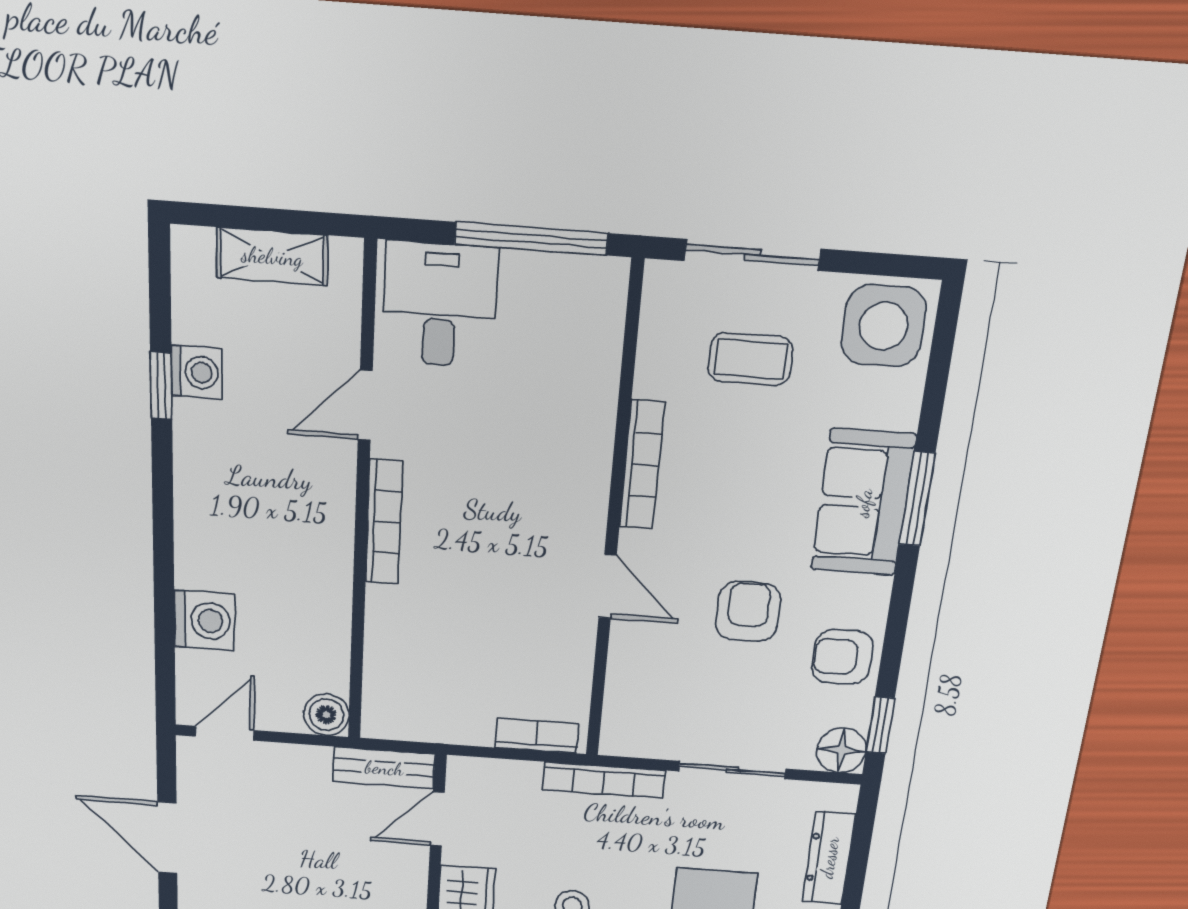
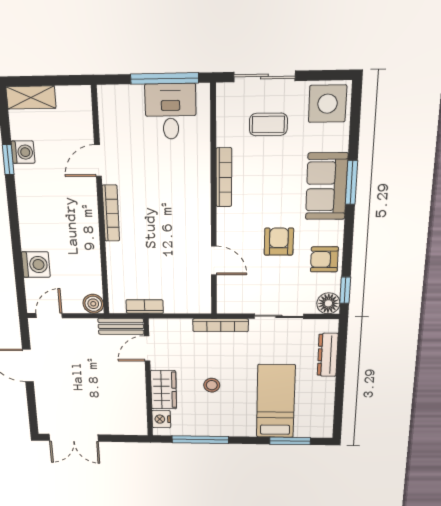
shelving: (272, 256) -> (31, 98), moved
desk: (440, 305) -> (171, 112), moved
door: (608, 586) -> (214, 261), moved
bookcase: (537, 736) -> (145, 307), moved

